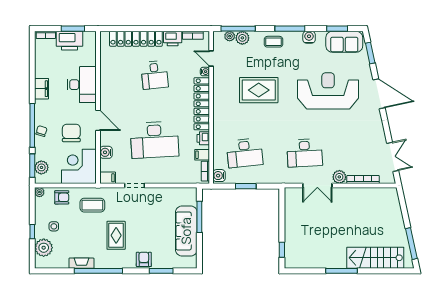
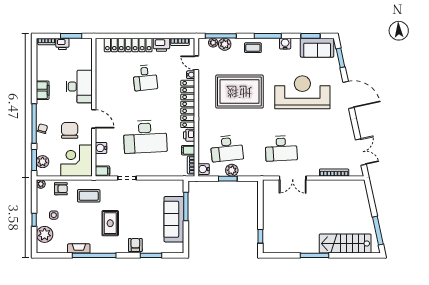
printer: (69, 41) -> (62, 44), width x0.53, depth x0.68
rug: (259, 90) -> (239, 92), width x1.37, depth x1.44
plant: (339, 177) -> (232, 170), moved

